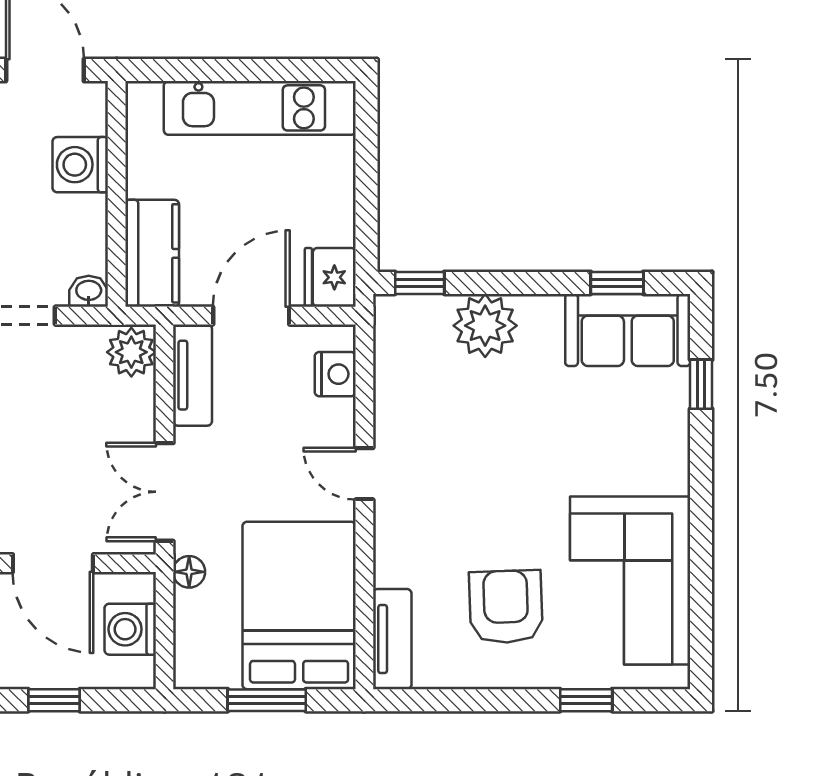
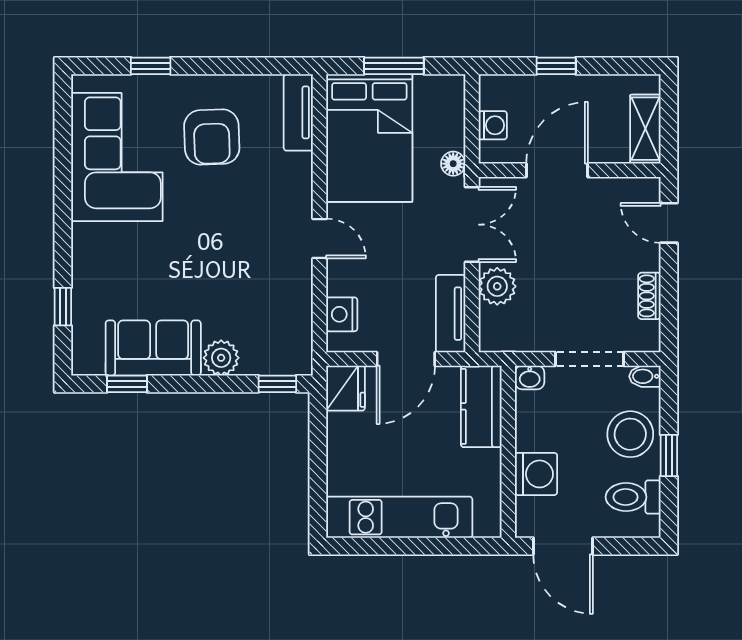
plant: (485, 326) -> (221, 358), width x0.73, depth x0.73
sofa: (628, 330) -> (153, 348), moved
plant: (131, 352) -> (497, 286), moved
door: (53, 563) -> (557, 170), hinge flipped
washing machine: (130, 629) -> (493, 125), width x0.73, depth x0.73

